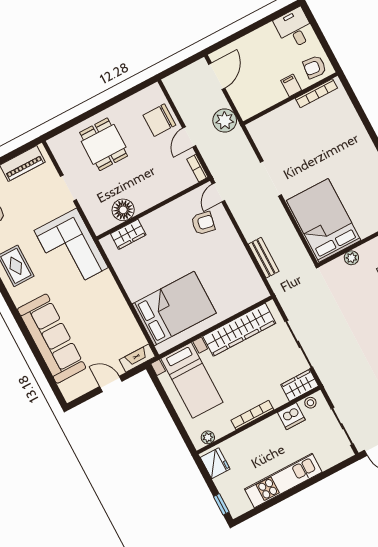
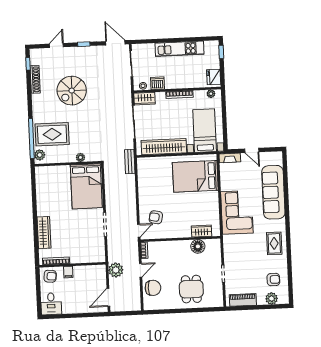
wardrobe: (353, 126) -> (44, 233), added
corner sofa: (71, 249) -> (237, 212), moved
bench: (264, 258) -> (130, 162), moved

